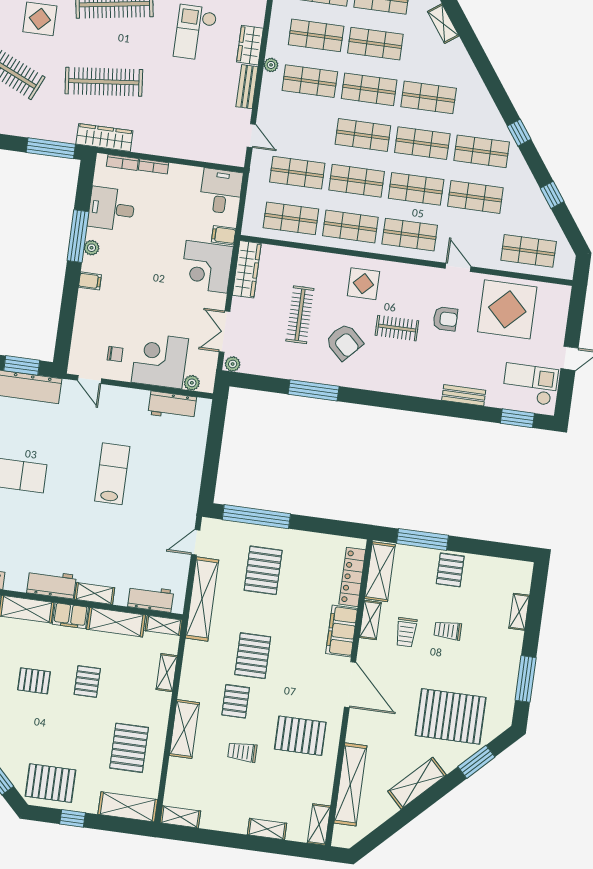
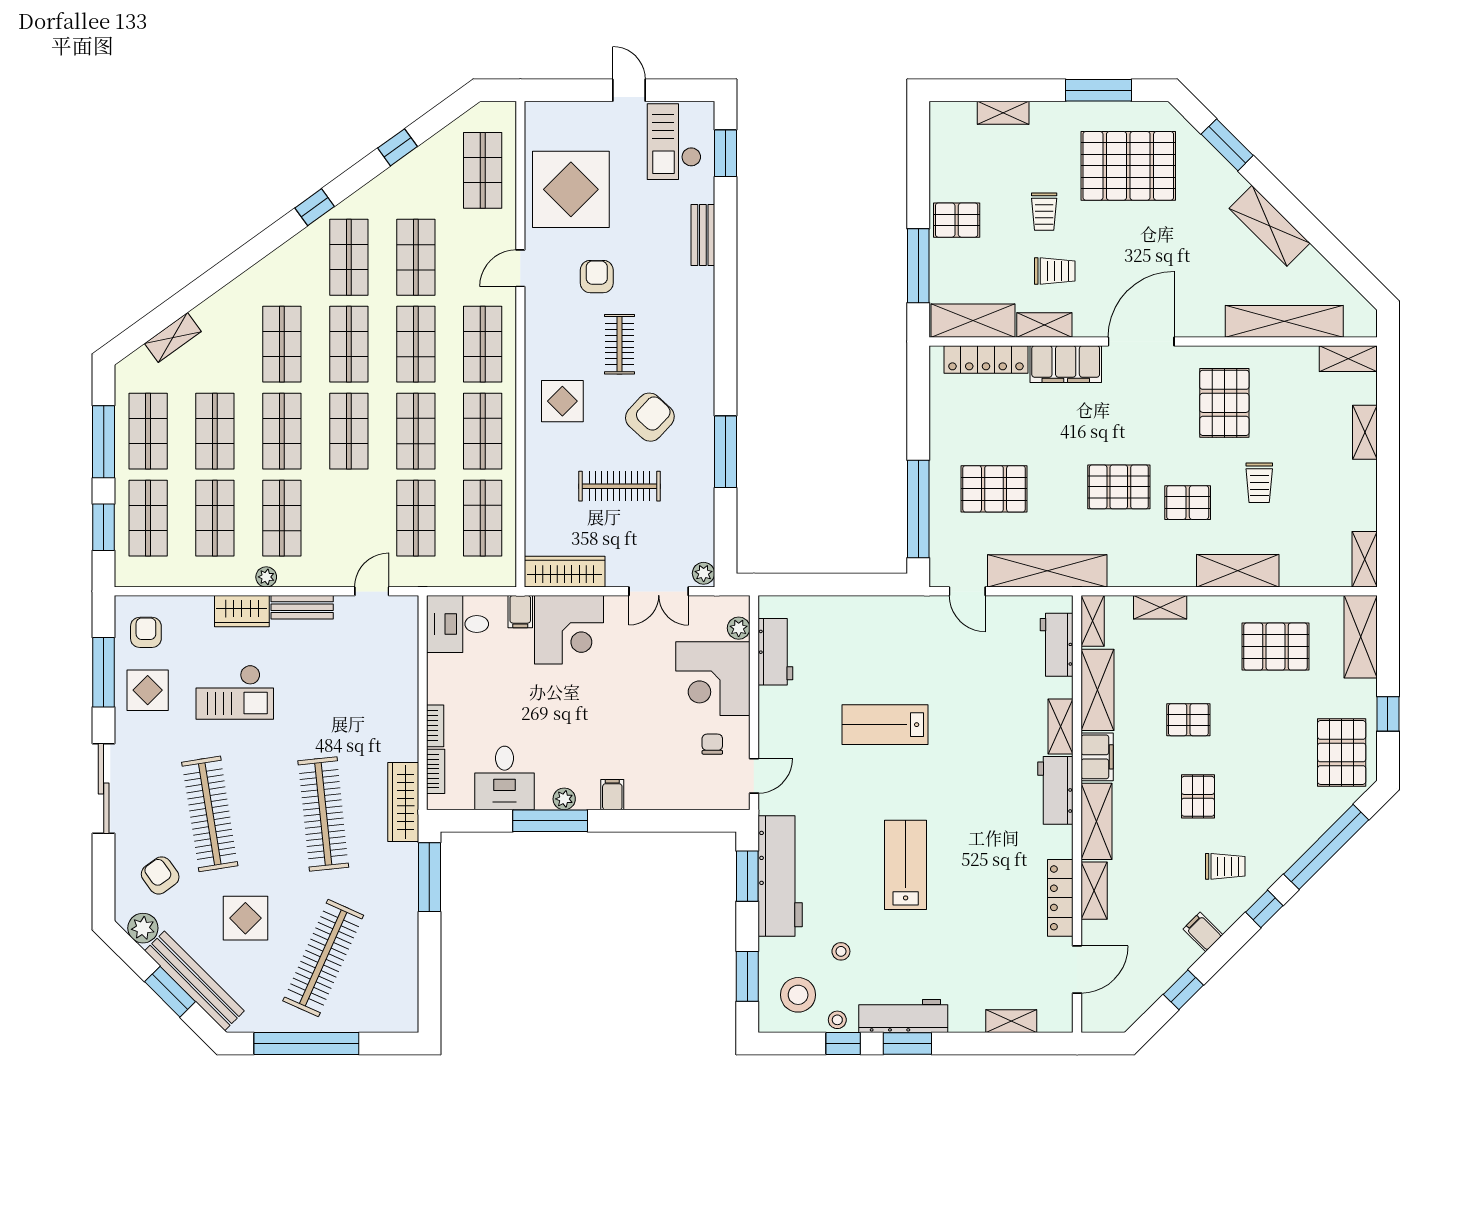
pallet: (451, 716) -> (1128, 166), moved, turned 90

